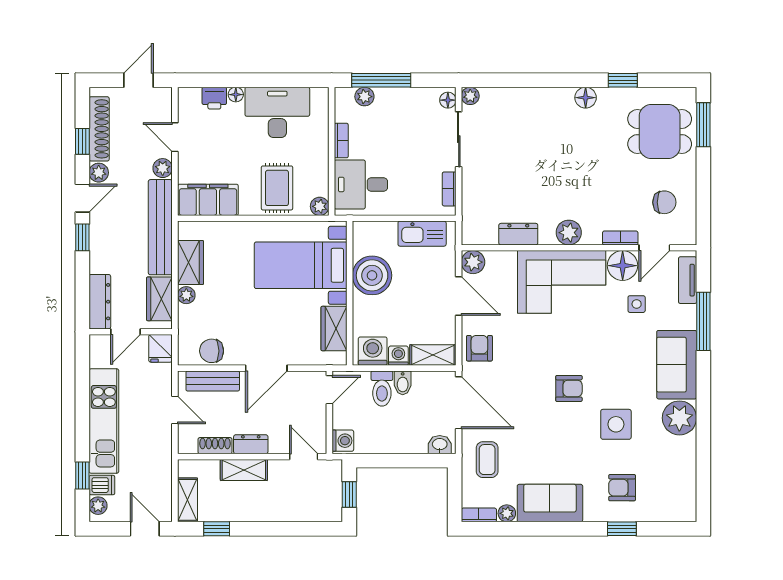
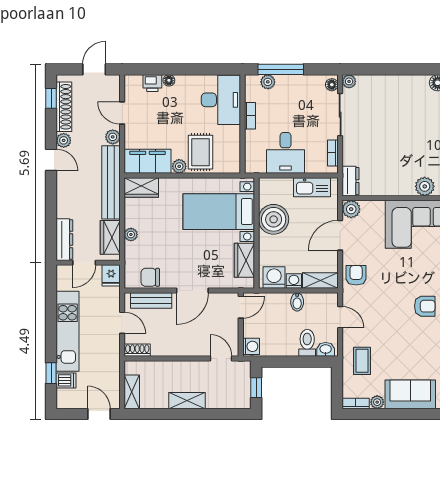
desk: (277, 112) -> (221, 100), moved, turned 90
window: (82, 141) -> (51, 98), moved
desk: (361, 184) -> (286, 153), moved, turned -90
door: (82, 198) -> (51, 160), hinge flipped
plant: (320, 206) -> (179, 166), moved
dresser: (518, 234) -> (351, 181), moved, turned 90
window: (82, 237) -> (51, 190), removed
wardrobe: (191, 262) -> (141, 187), moved, turned 90
door: (459, 296) -> (340, 235), swing flipped
toilet: (382, 388) -> (307, 343), moved, turned 180
door: (459, 403) -> (340, 317), width x0.53
dresser: (251, 444) -> (180, 349), removed
shoe rack: (215, 446) -> (137, 350), moved
shelving: (244, 470) -> (187, 401), moved
plant: (98, 506) -> (63, 396), removed
window: (217, 529) -> (154, 414), removed

